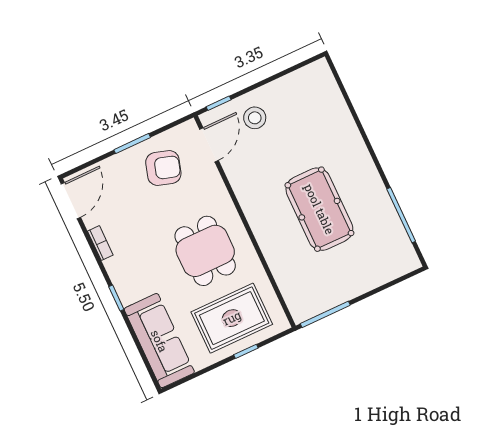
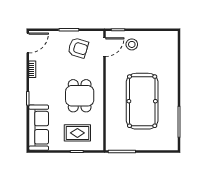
pool table: (319, 209) -> (142, 101), width x1.36, depth x1.32
rug: (232, 318) -> (77, 133), width x0.73, depth x0.70

